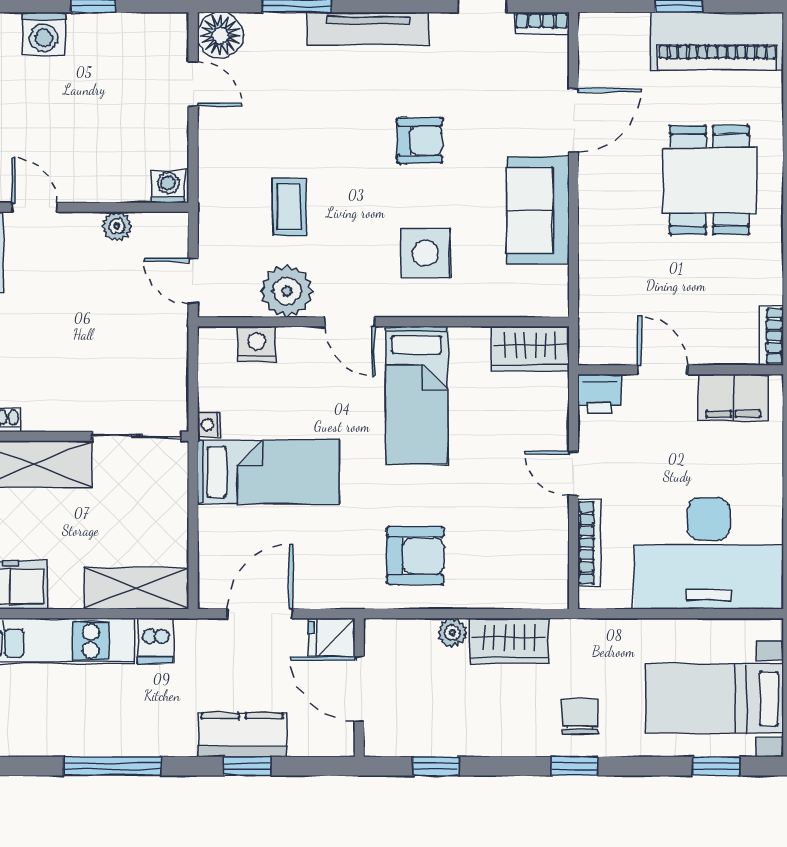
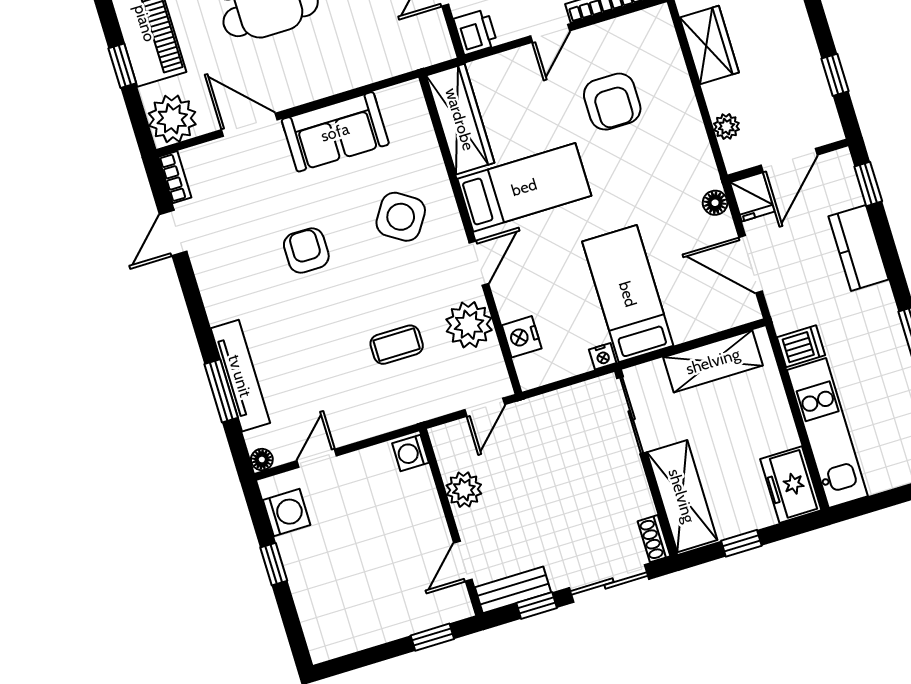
tv unit: (368, 29) -> (240, 376), moved
washing machine: (44, 34) -> (287, 512), moved
floor lamp: (220, 35) -> (262, 460), width x0.53, depth x0.53
plant: (605, 39) -> (172, 119), added
plant: (117, 226) -> (464, 490), width x1.38, depth x1.38
side table: (425, 253) -> (401, 217), turned 33
wardrobe: (530, 349) -> (460, 119), width x1.50
armchair: (415, 556) -> (612, 102), moved, turned 180
shelving: (136, 588) -> (713, 361), moved, turned 90
floor lamp: (338, 595) -> (715, 203), added
plant: (452, 633) -> (726, 127), moved
window: (247, 766) -> (868, 184), moved

